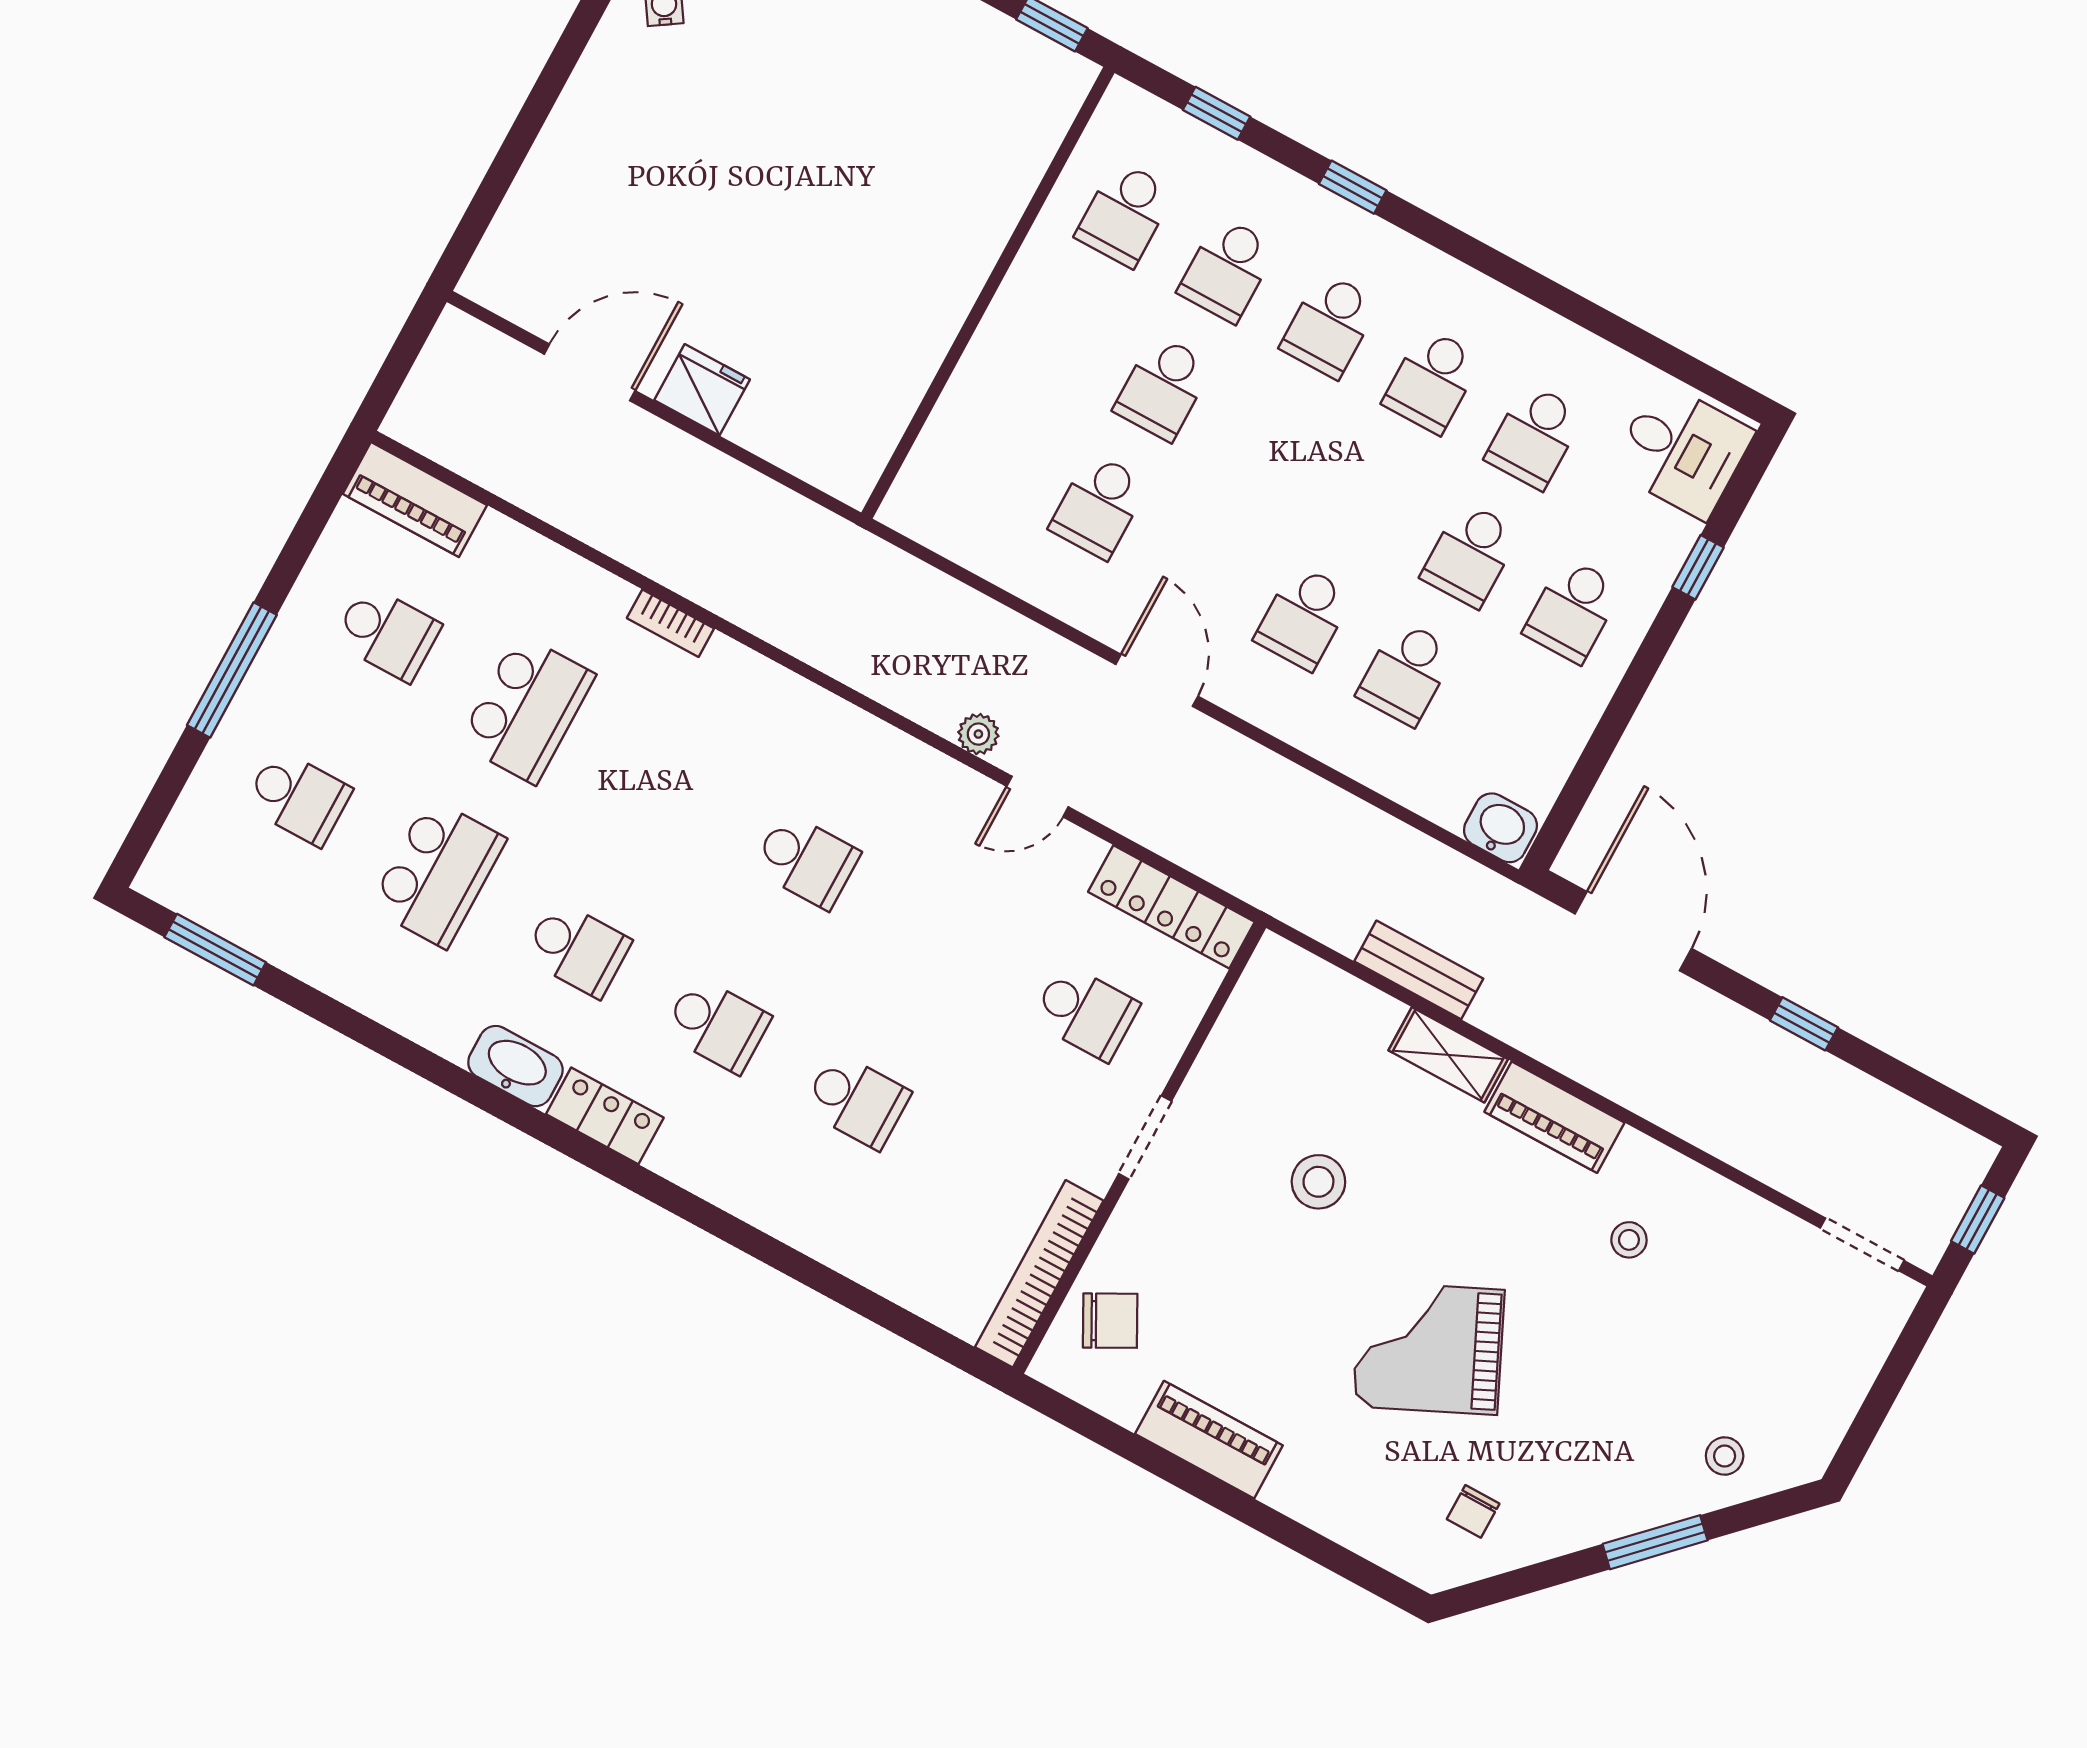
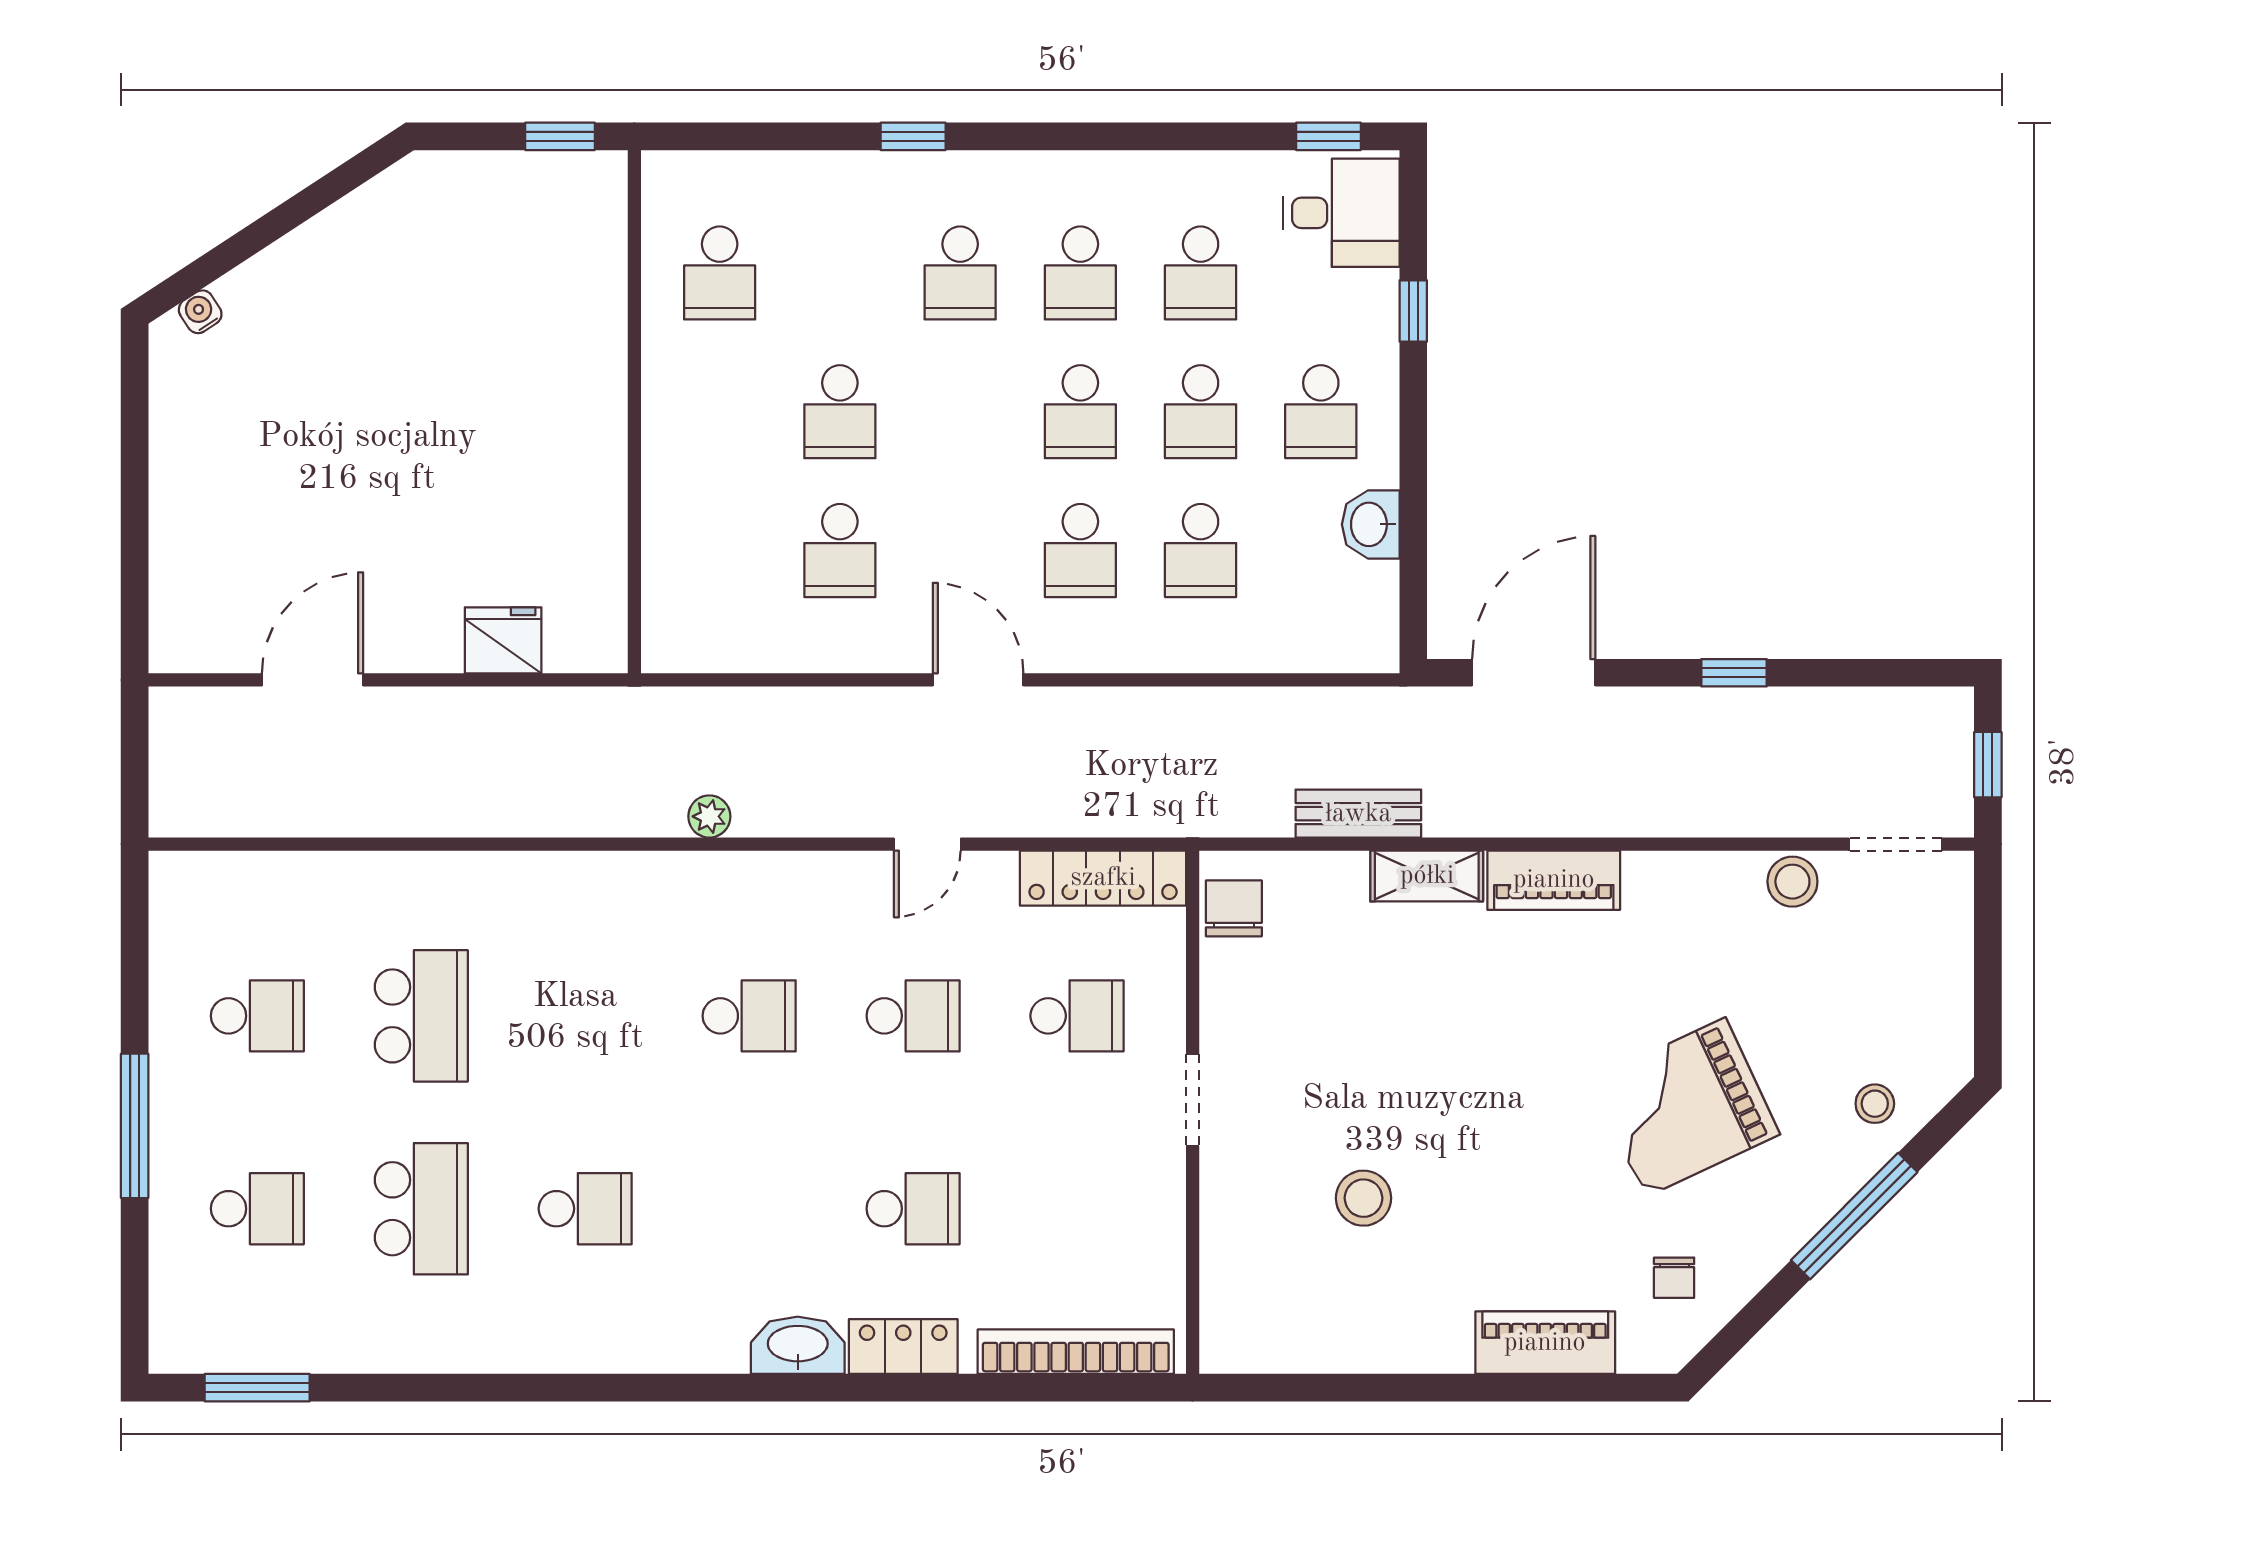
window: (1217, 113) -> (1328, 136), moved
school desk: (1227, 270) -> (1080, 412), moved
fridge: (702, 390) -> (503, 640), moved
piano: (415, 500) -> (217, 881), removed
bookcase: (670, 623) -> (509, 868), removed
plant: (978, 734) -> (709, 816), moved
washbasin: (1500, 828) -> (1371, 524), moved, turned -90
door: (1633, 931) -> (1534, 673), hinge flipped
school desk: (717, 1025) -> (913, 1016), moved
washbasin: (515, 1066) -> (798, 1345), moved
locker: (605, 1116) -> (903, 1346), moved
stool: (1318, 1182) -> (1364, 1198), moved
stool: (1629, 1240) -> (1792, 882), moved, width x1.37, depth x1.37
bookcase: (1039, 1274) -> (1076, 1352), moved, turned 90
chair: (1110, 1321) -> (1234, 908), moved, turned -62
grand piano: (1429, 1348) -> (1685, 1107), moved
piano: (1209, 1440) -> (1545, 1343), moved
window: (1655, 1542) -> (1854, 1216), width x1.44

